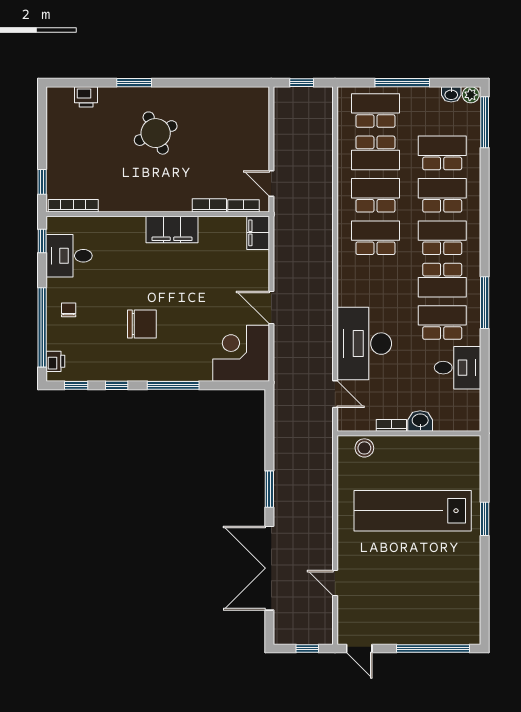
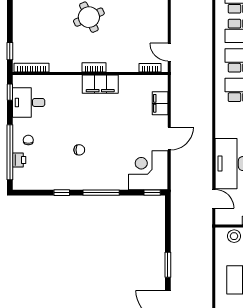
bookcase: (209, 205) -> (94, 67), moved
filing cabinet: (258, 233) -> (160, 103), moved
door: (271, 307) -> (169, 138), swing flipped
chair: (142, 324) -> (79, 150), width x0.54, depth x0.54
printer: (55, 361) -> (19, 160), moved
window: (76, 385) -> (152, 193), moved

